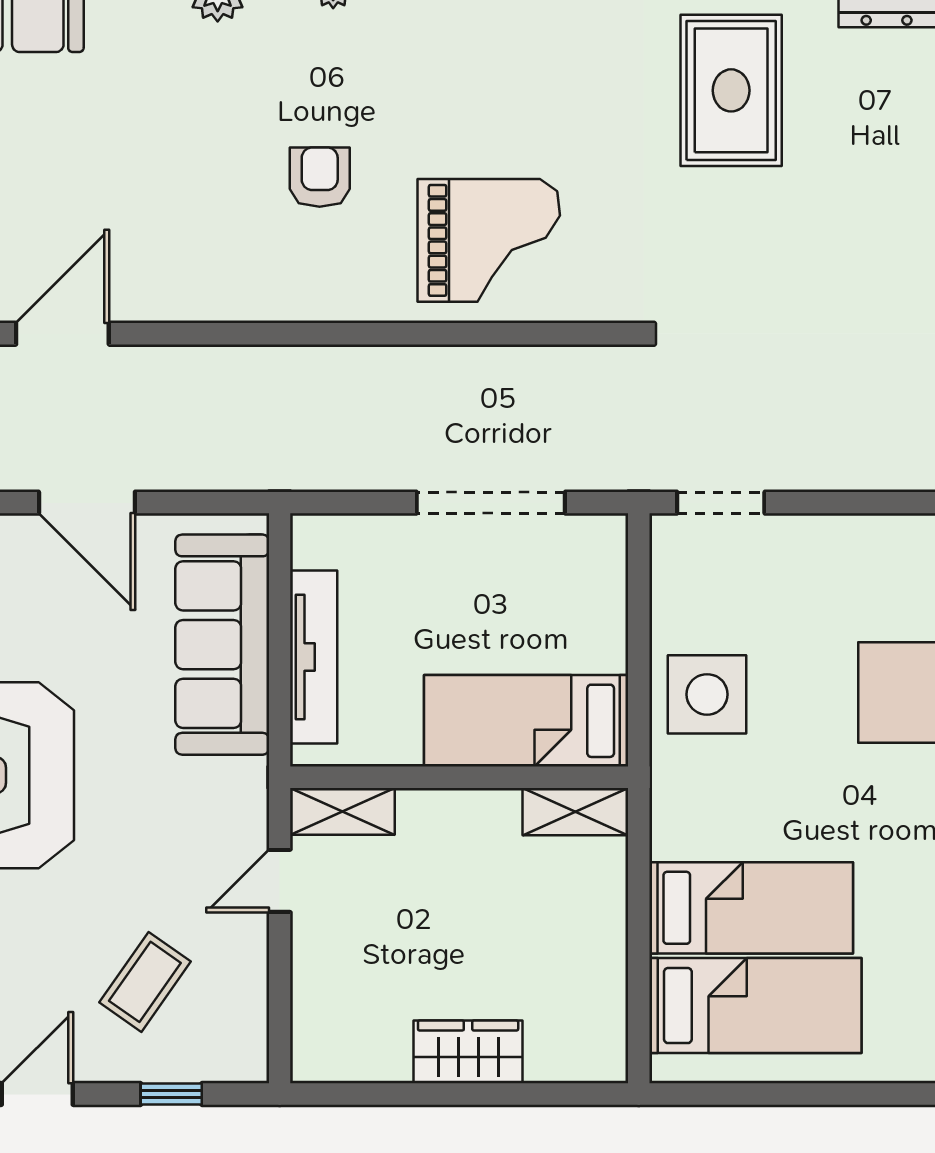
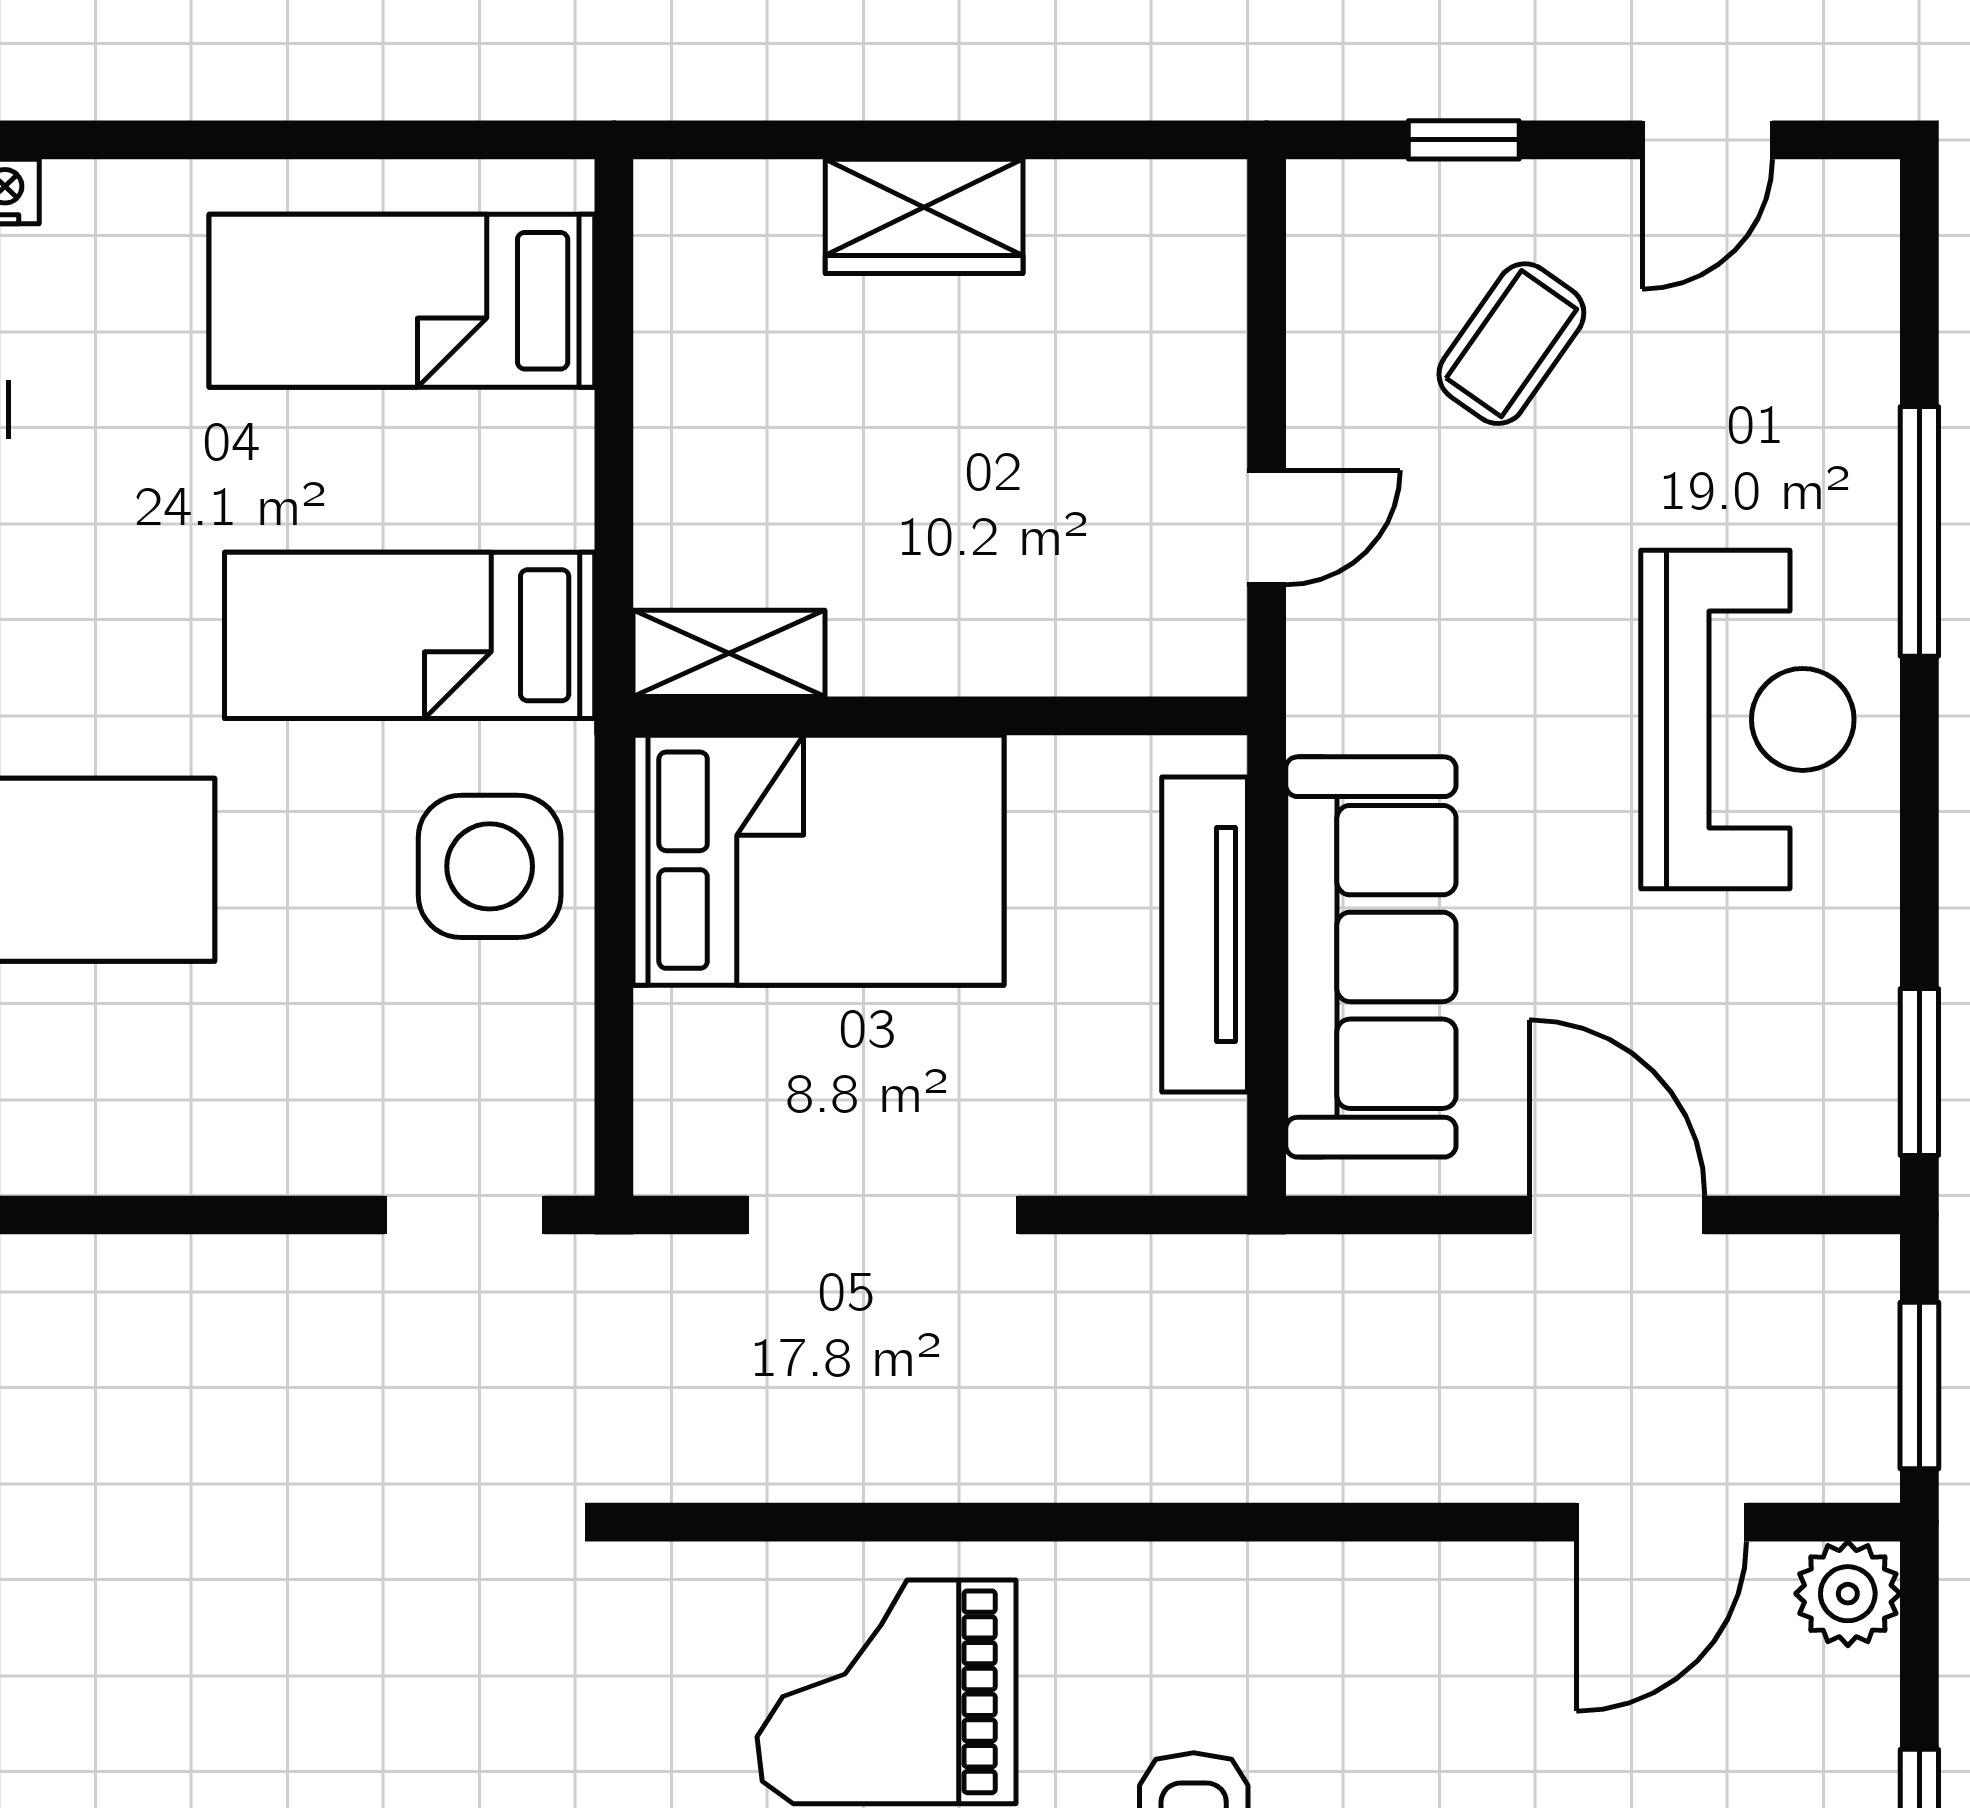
bed: (526, 721) -> (818, 860), width x1.50
shelving: (342, 811) -> (1152, 654), removed
bed: (751, 908) -> (410, 635), moved

